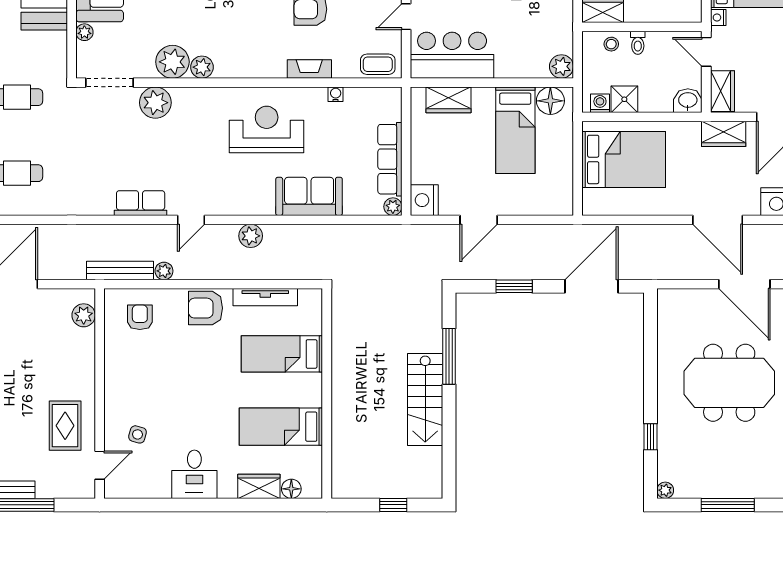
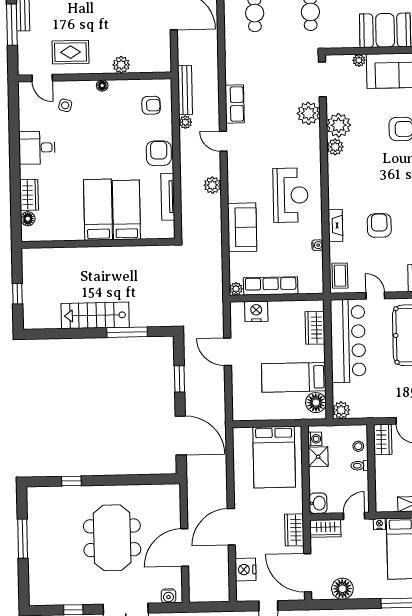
bar counter: (452, 55) -> (348, 341), width x1.36
nightstand: (424, 200) -> (256, 311), moved
plant: (84, 315) -> (121, 65), moved
floor lamp: (112, 383) -> (102, 86), added
bed: (281, 427) -> (98, 210), moved
plant: (665, 490) -> (32, 493), removed

